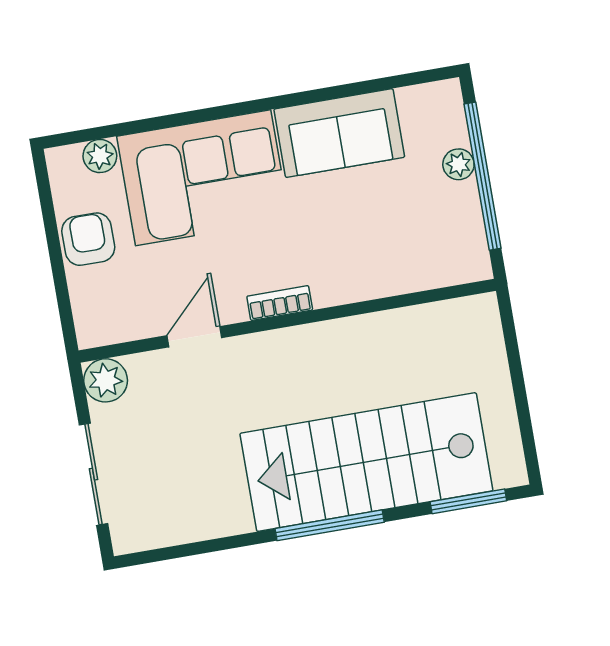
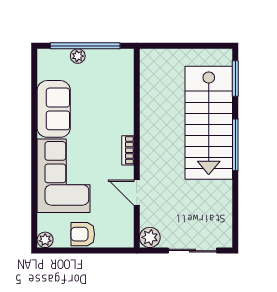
plant: (100, 156) -> (45, 240), moved

